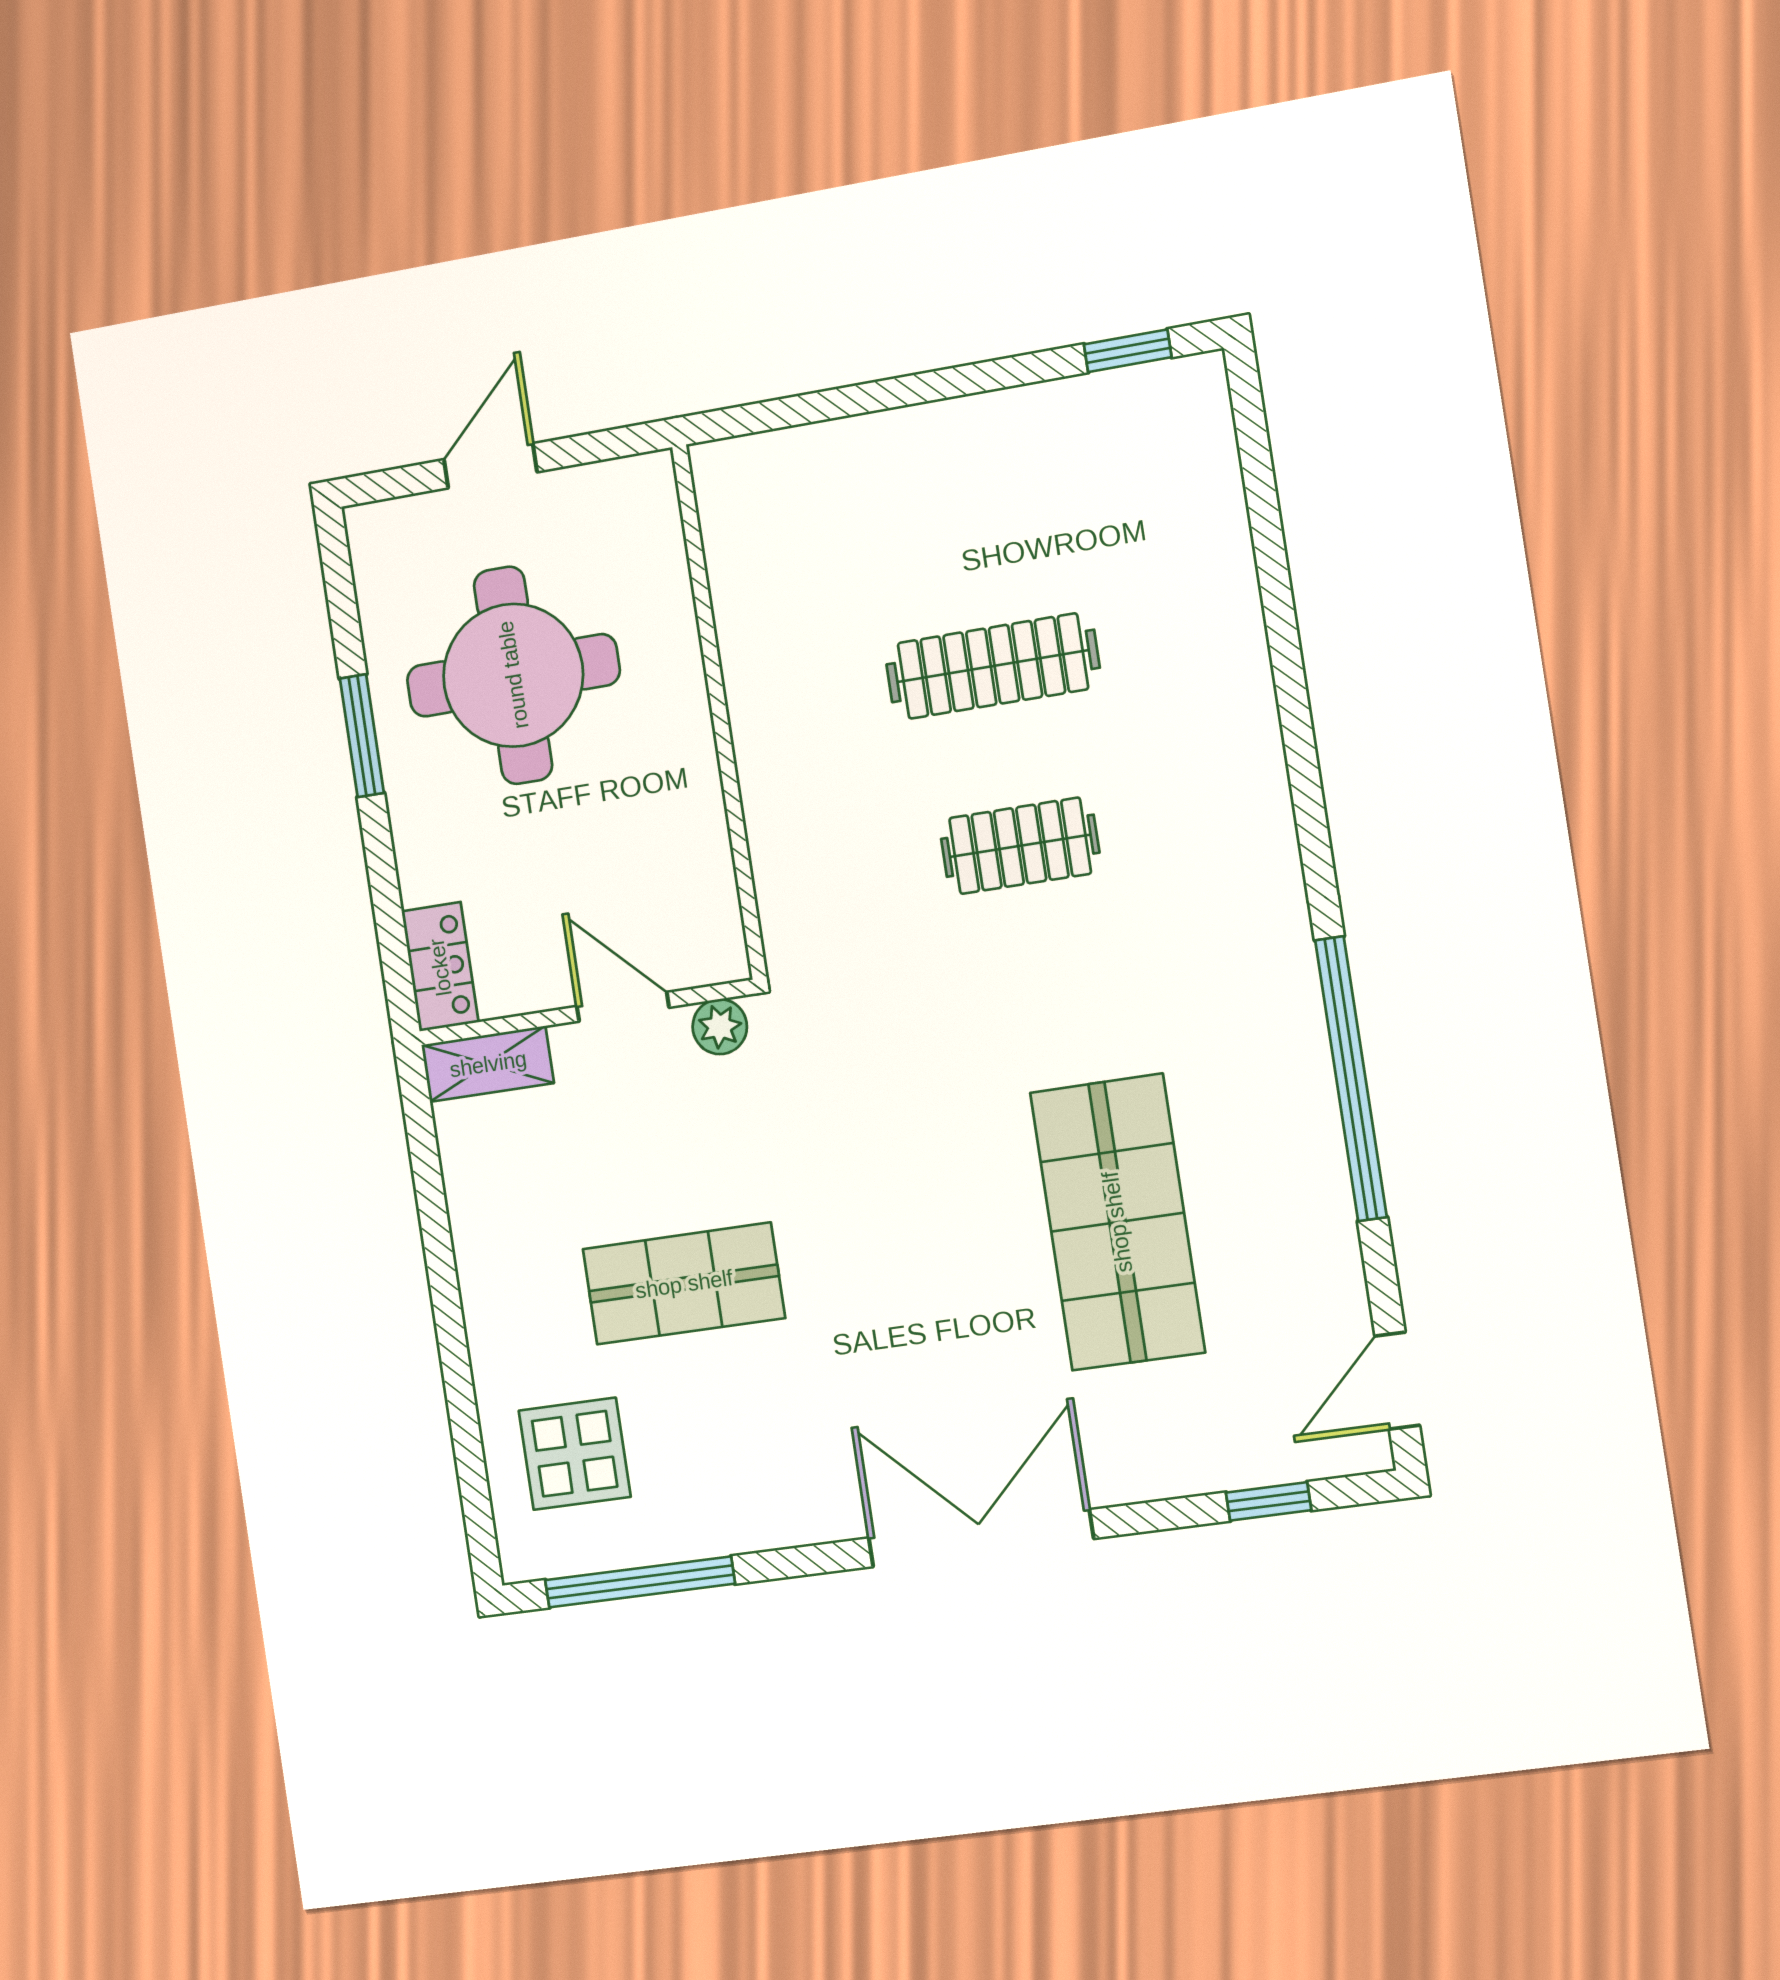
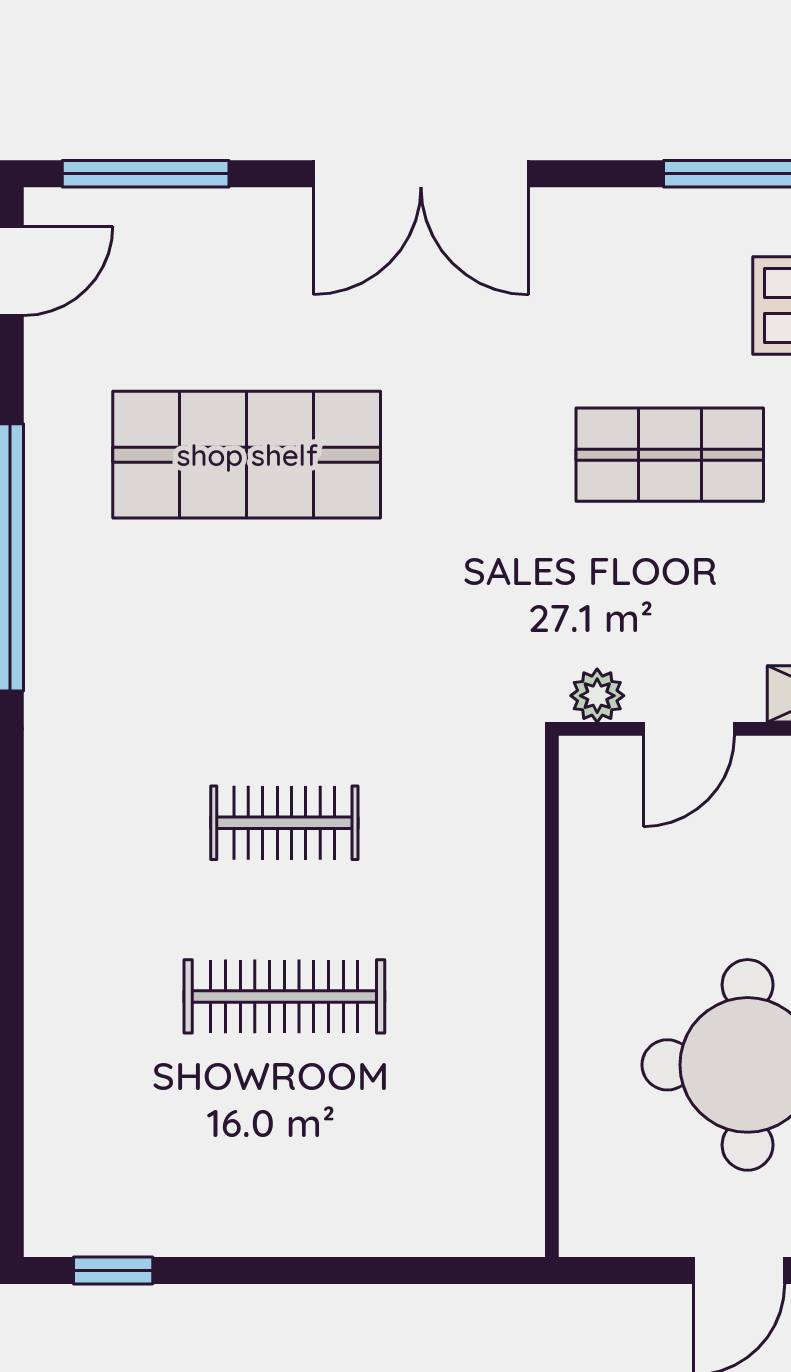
door: (623, 1007) -> (689, 729), hinge flipped
shop shelf: (1117, 1222) -> (247, 455), turned 90
window: (1269, 1501) -> (146, 174), width x2.17

